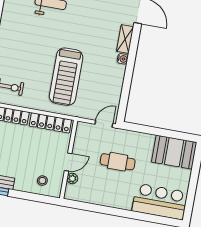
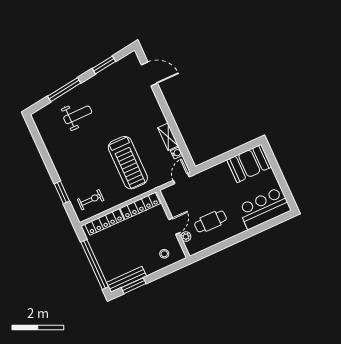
shelving: (125, 39) -> (168, 137), moved
water cooler: (123, 59) -> (177, 153), moved
cafe table: (118, 162) -> (211, 221), moved

